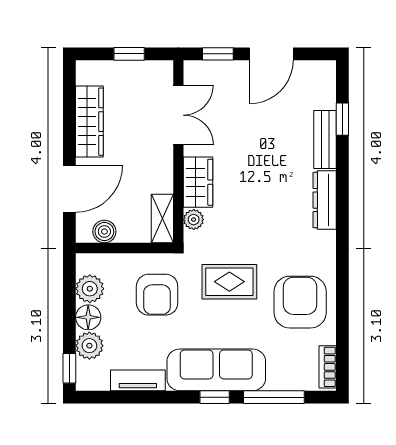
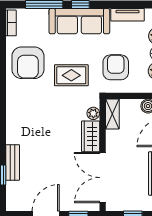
double door: (178, 115) -> (103, 178), width x1.37
dresser: (325, 200) -> (13, 125), removed

